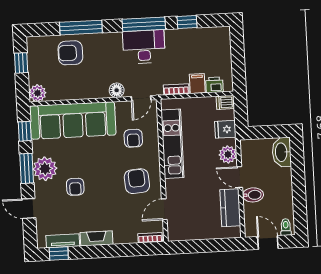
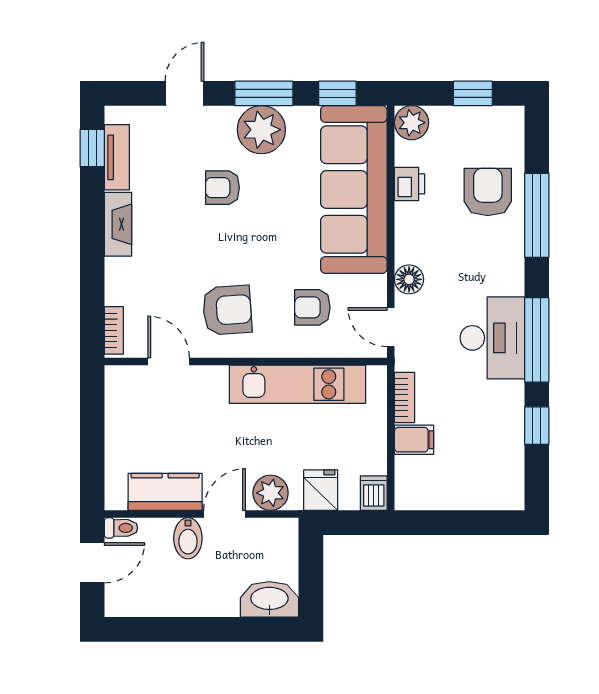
printer: (214, 85) -> (410, 184), moved
toilet: (286, 227) -> (121, 528), moved

